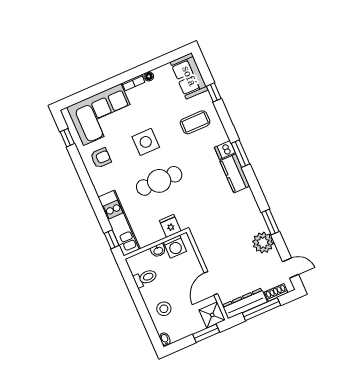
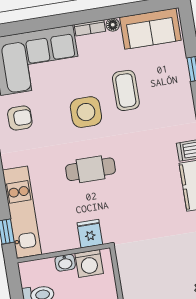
sofa: (189, 76) -> (150, 29), moved, turned -90
coffee table: (195, 122) -> (126, 90), moved, turned 90
cafe table: (159, 181) -> (91, 169), width x0.73, depth x0.74

